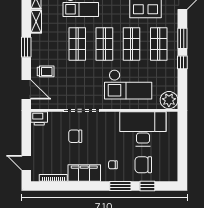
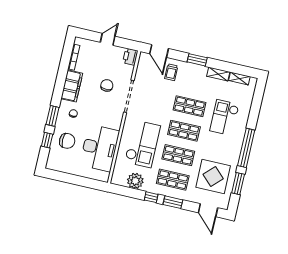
checkout: (128, 84) -> (142, 144), turned 180
door: (26, 89) -> (159, 51), hinge flipped
plant: (169, 100) -> (135, 181), moved
door: (26, 163) -> (108, 39), moved
chair: (143, 165) -> (67, 141), turned 90

